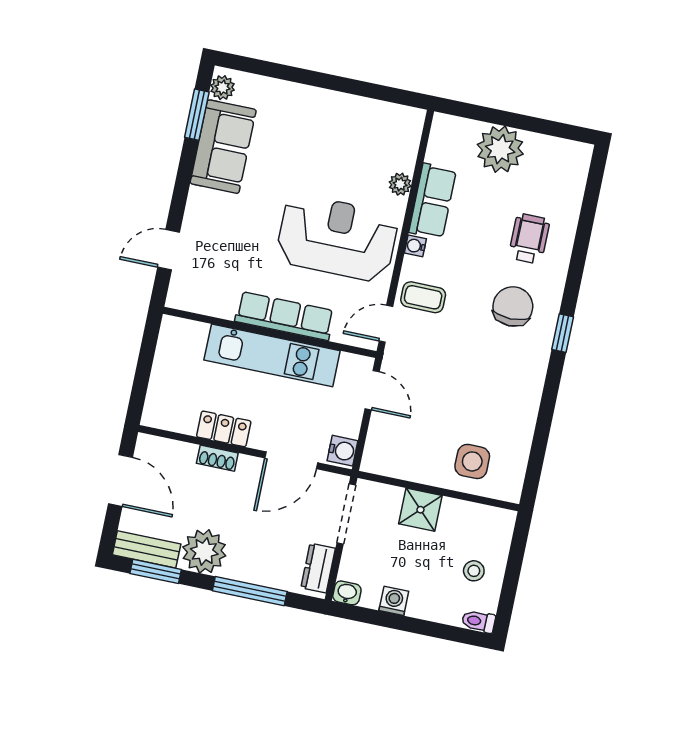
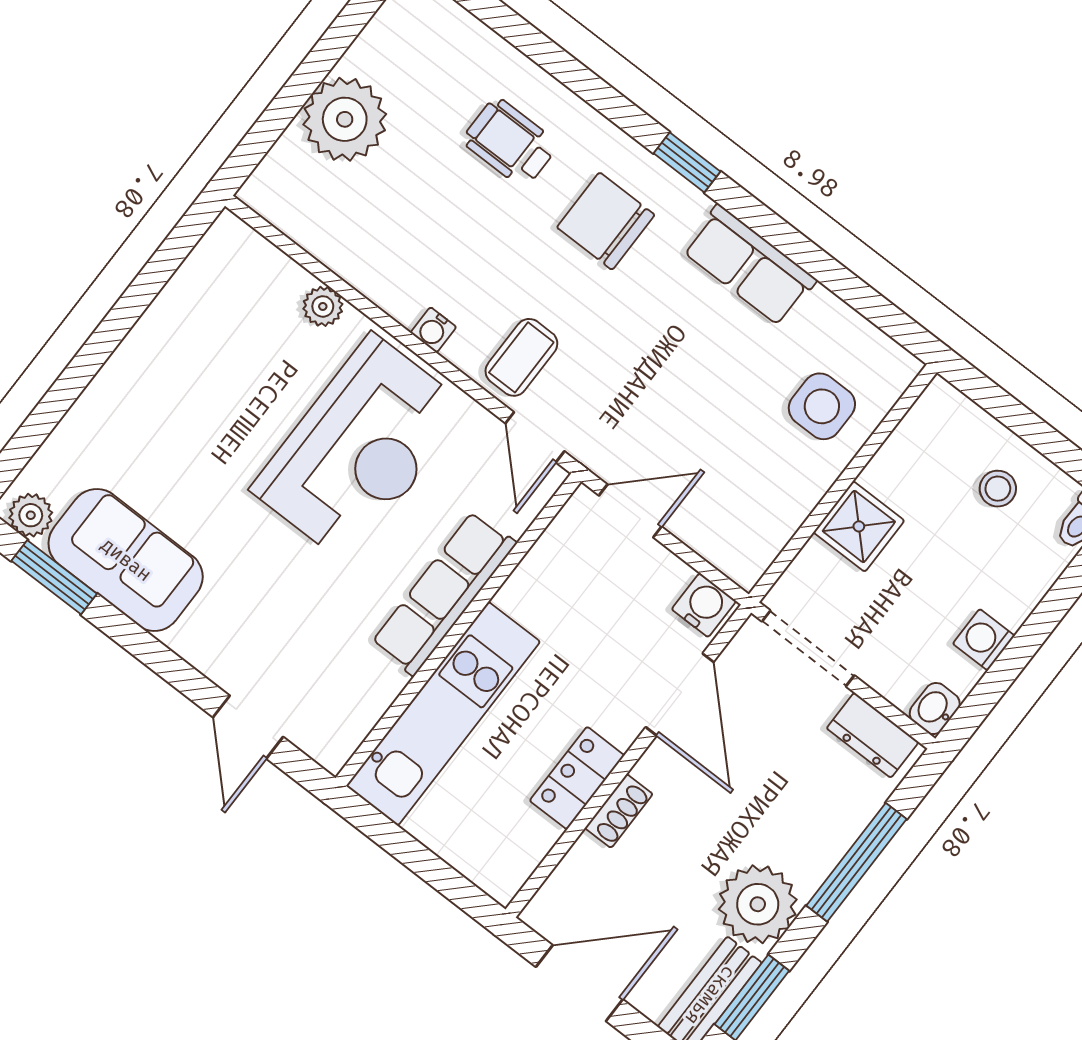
row of seats: (433, 201) -> (749, 265), moved, turned 180
reception desk: (337, 238) -> (360, 449), turned 180
kitchen unit: (272, 355) -> (443, 714), moved

